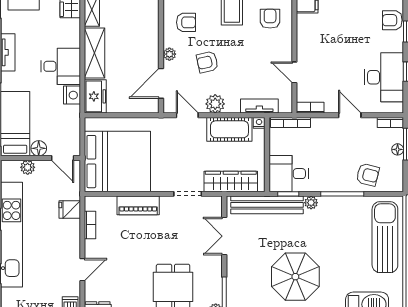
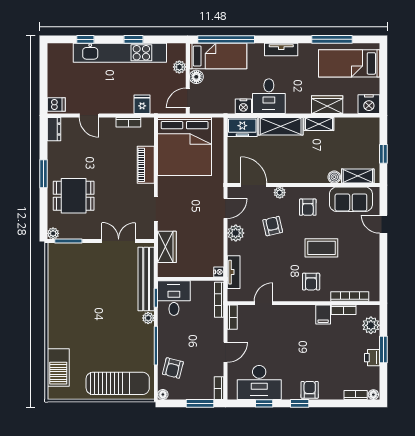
armchair: (270, 19) -> (311, 282), turned 90
cot: (229, 129) -> (213, 246), removed
floor lamp: (398, 149) -> (163, 394), moved
wardrobe: (231, 182) -> (167, 247), width x0.67
parasol: (295, 277) -> (83, 304), removed

